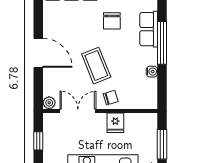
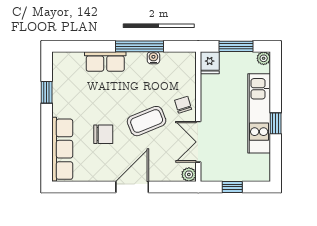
chair: (112, 21) -> (103, 134), moved
window: (162, 43) -> (139, 46), moved
fridge: (115, 123) -> (210, 63), moved, turned 90

